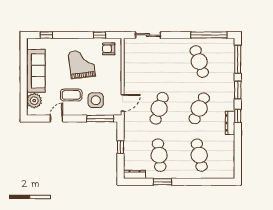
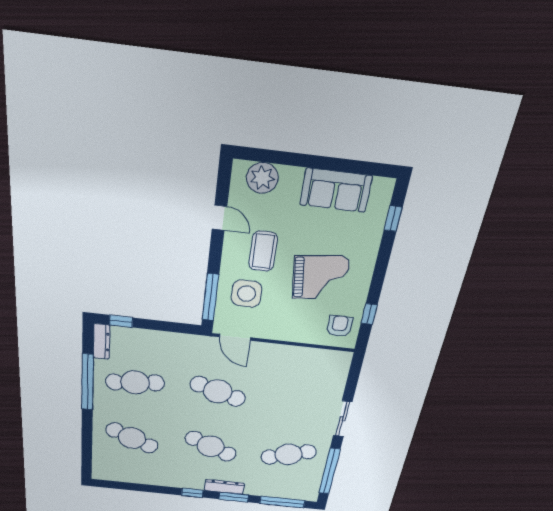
sliding door: (148, 35) -> (343, 419), moved
sofa: (36, 71) -> (336, 190), width x0.73
dresser: (230, 123) -> (224, 487), moved
window: (121, 147) -> (121, 321), moved
cafe table: (199, 155) -> (132, 438), turned 36
window: (162, 182) -> (88, 382), width x2.11

